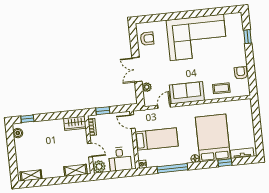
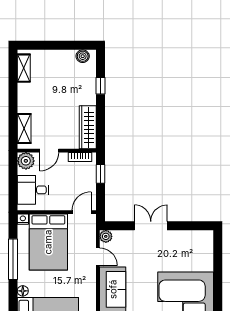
armchair: (147, 39) -> (191, 244), removed
plant: (147, 87) -> (106, 236), moved
window: (27, 119) -> (100, 86), moved
wardrobe: (75, 123) -> (88, 127), width x1.50
bed: (157, 139) -> (48, 242), width x1.50

